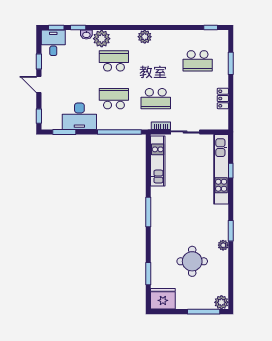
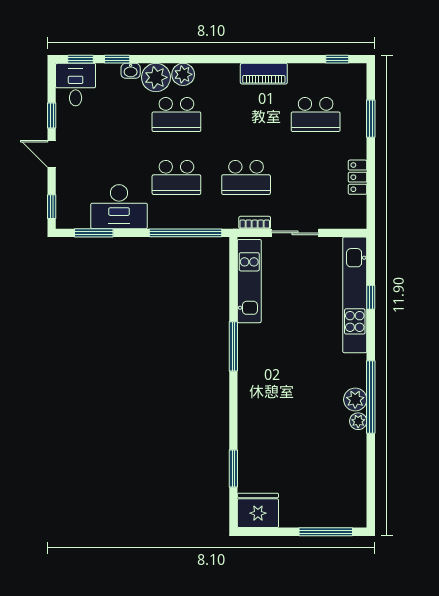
piano: (166, 36) -> (264, 74), added
plant: (145, 37) -> (183, 74), moved
school desk: (114, 61) -> (176, 115), turned 180
school desk: (114, 99) -> (176, 177), turned 180
window: (148, 212) -> (233, 346), moved
window: (231, 231) -> (371, 397), width x2.11
round table: (192, 261) -> (307, 448), removed
plant: (221, 302) -> (355, 400), moved

